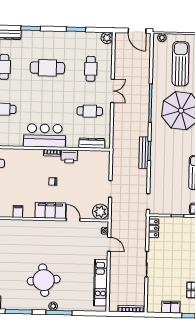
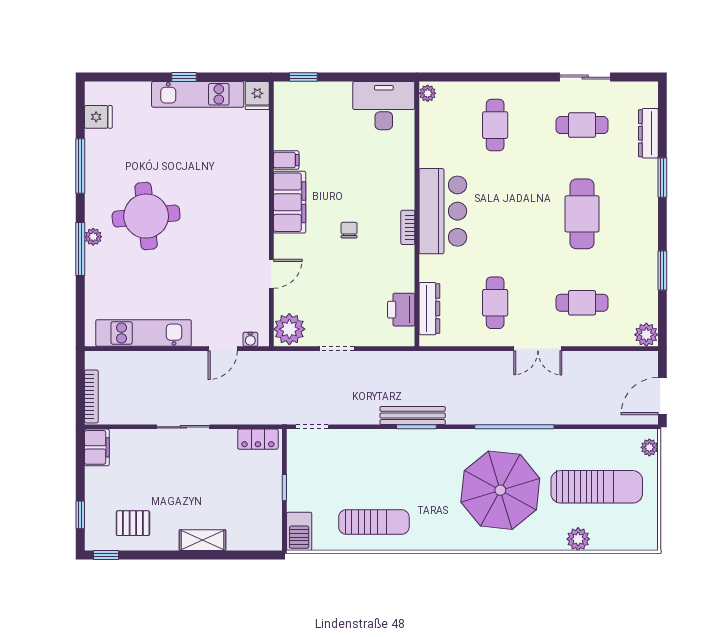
printer: (69, 156) -> (401, 310), moved
filing cabinet: (50, 210) -> (290, 202), moved
filing cabinet: (171, 307) -> (97, 447), moved

